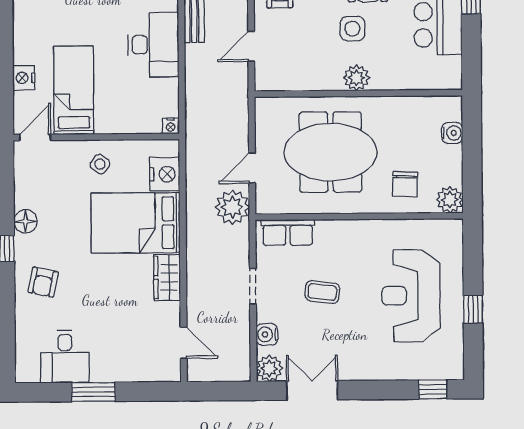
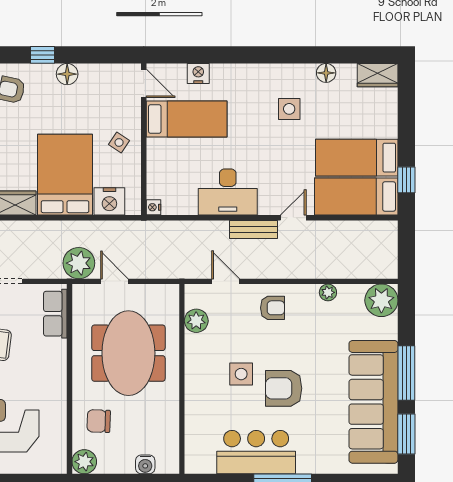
plant: (356, 78) -> (196, 321), moved

